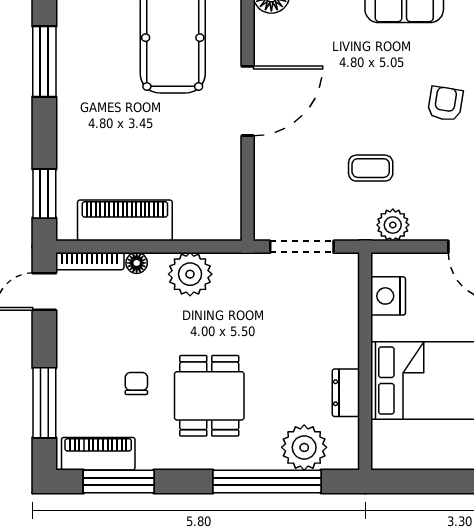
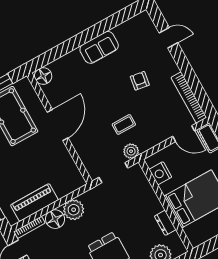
plant: (393, 225) -> (131, 151), moved
floor lamp: (137, 263) -> (55, 219), width x1.89, depth x1.89

